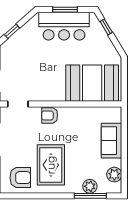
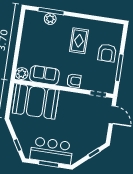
sofa: (112, 141) -> (44, 75), moved, turned -90
rug: (51, 165) -> (79, 41), width x0.73, depth x0.70
plant: (114, 175) -> (22, 74), moved
armchair: (20, 178) -> (107, 53), moved, turned -90

